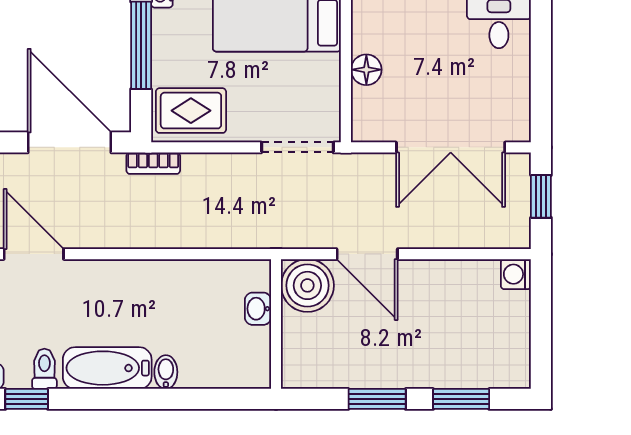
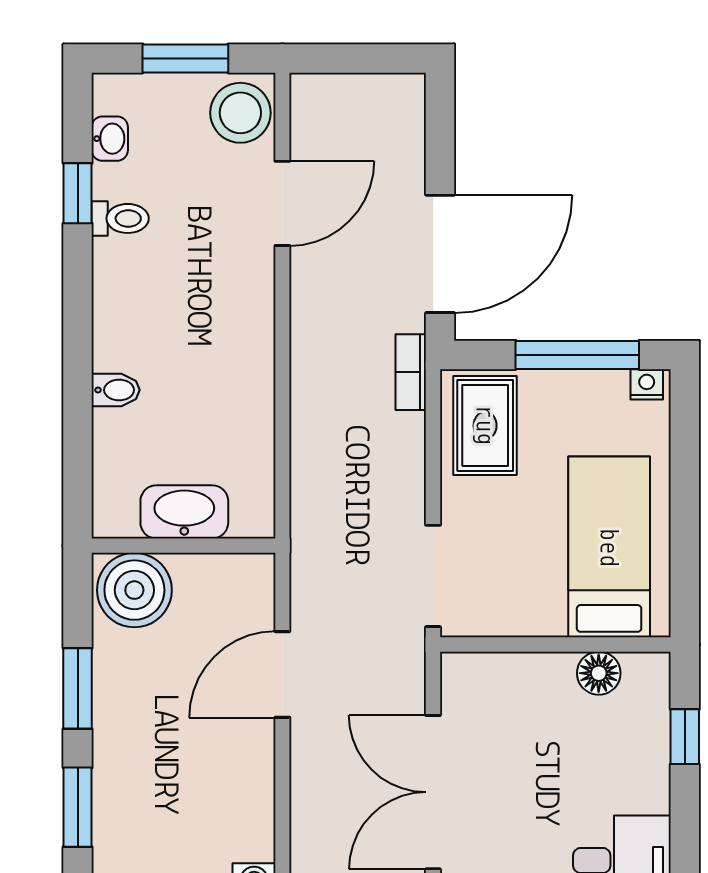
floor lamp: (366, 70) -> (599, 673), moved
boiler: (307, 285) -> (134, 590), moved
washbasin: (258, 309) -> (184, 512), width x1.91, depth x1.45
bathtub: (107, 368) -> (121, 307), removed

